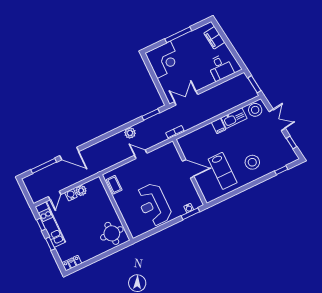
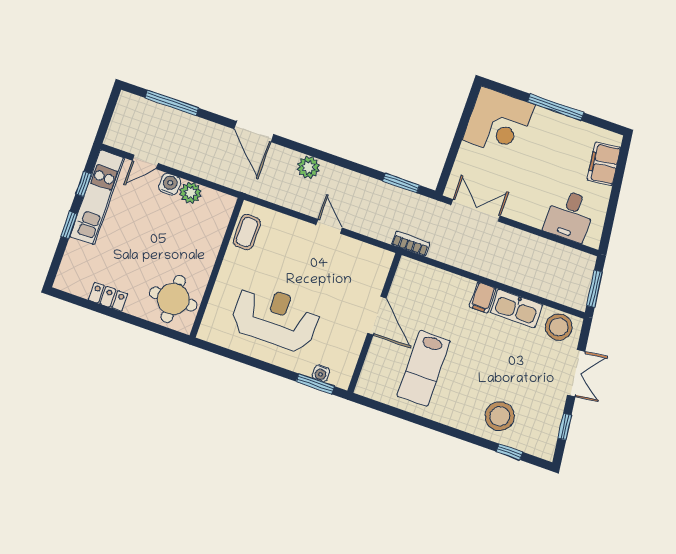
plant: (130, 133) -> (308, 167), moved
door: (69, 154) -> (254, 132), moved
stool: (252, 162) -> (500, 416), moved
reception desk: (154, 205) -> (275, 318), turned 90
locker: (72, 263) -> (108, 297), moved

